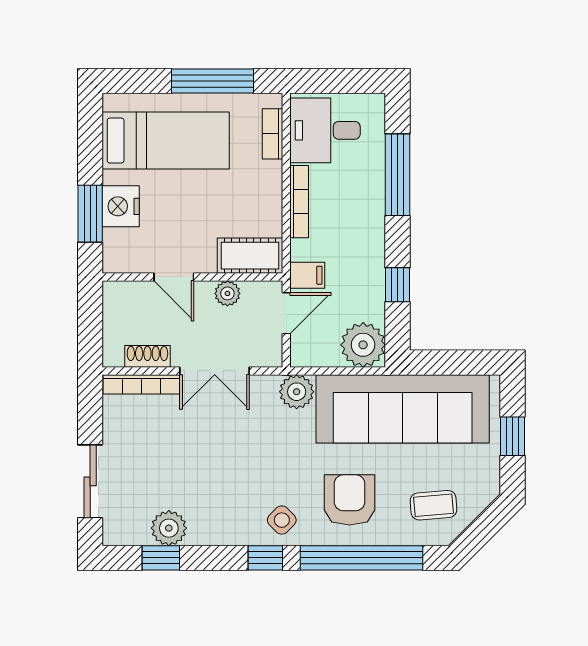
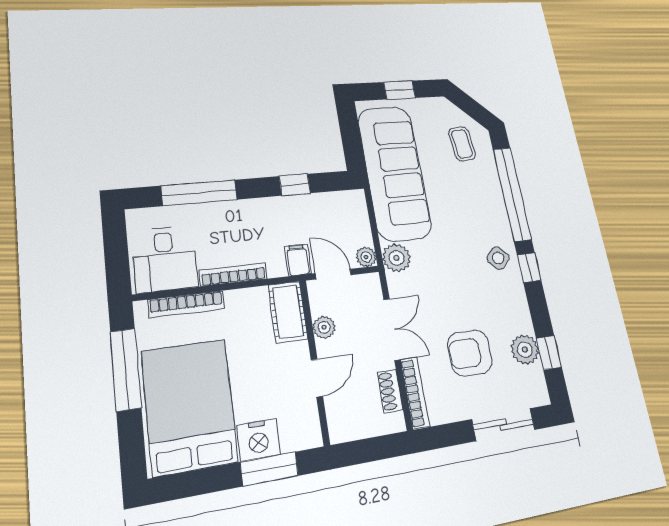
bookcase: (273, 134) -> (186, 304), width x1.56
bed: (166, 141) -> (189, 406), width x1.50
plant: (363, 345) -> (366, 257), moved, width x0.53, depth x0.53
armchair: (350, 500) -> (470, 353), moved

